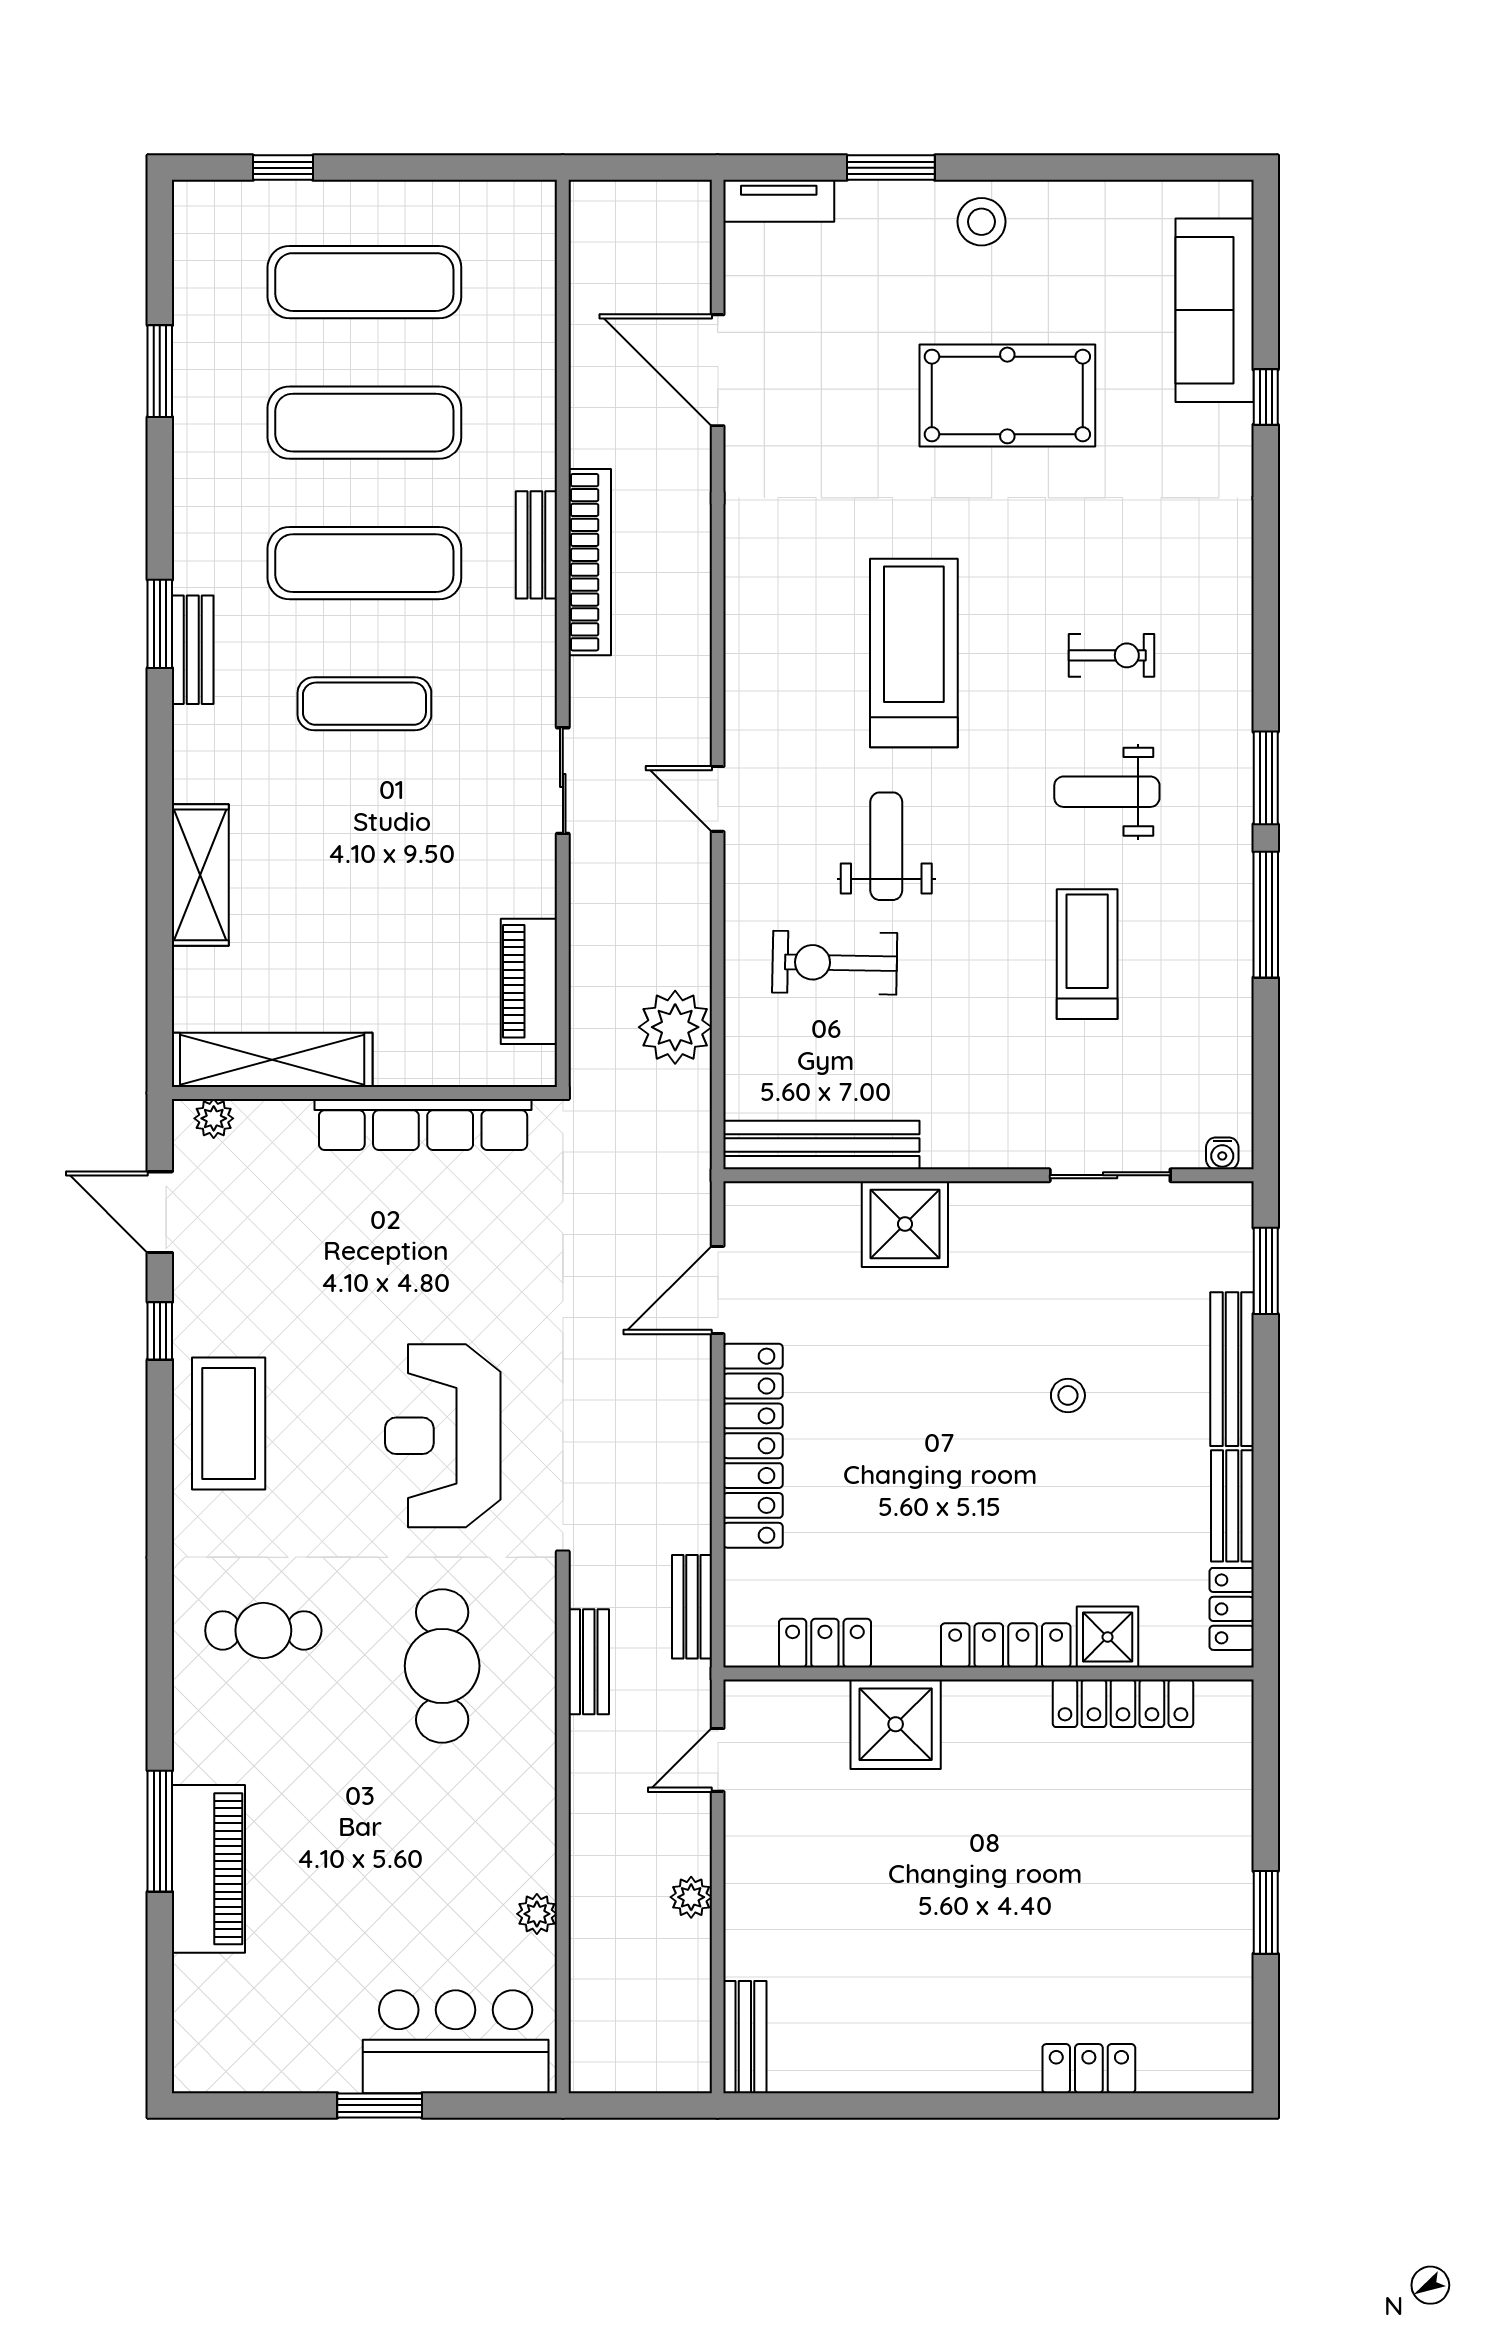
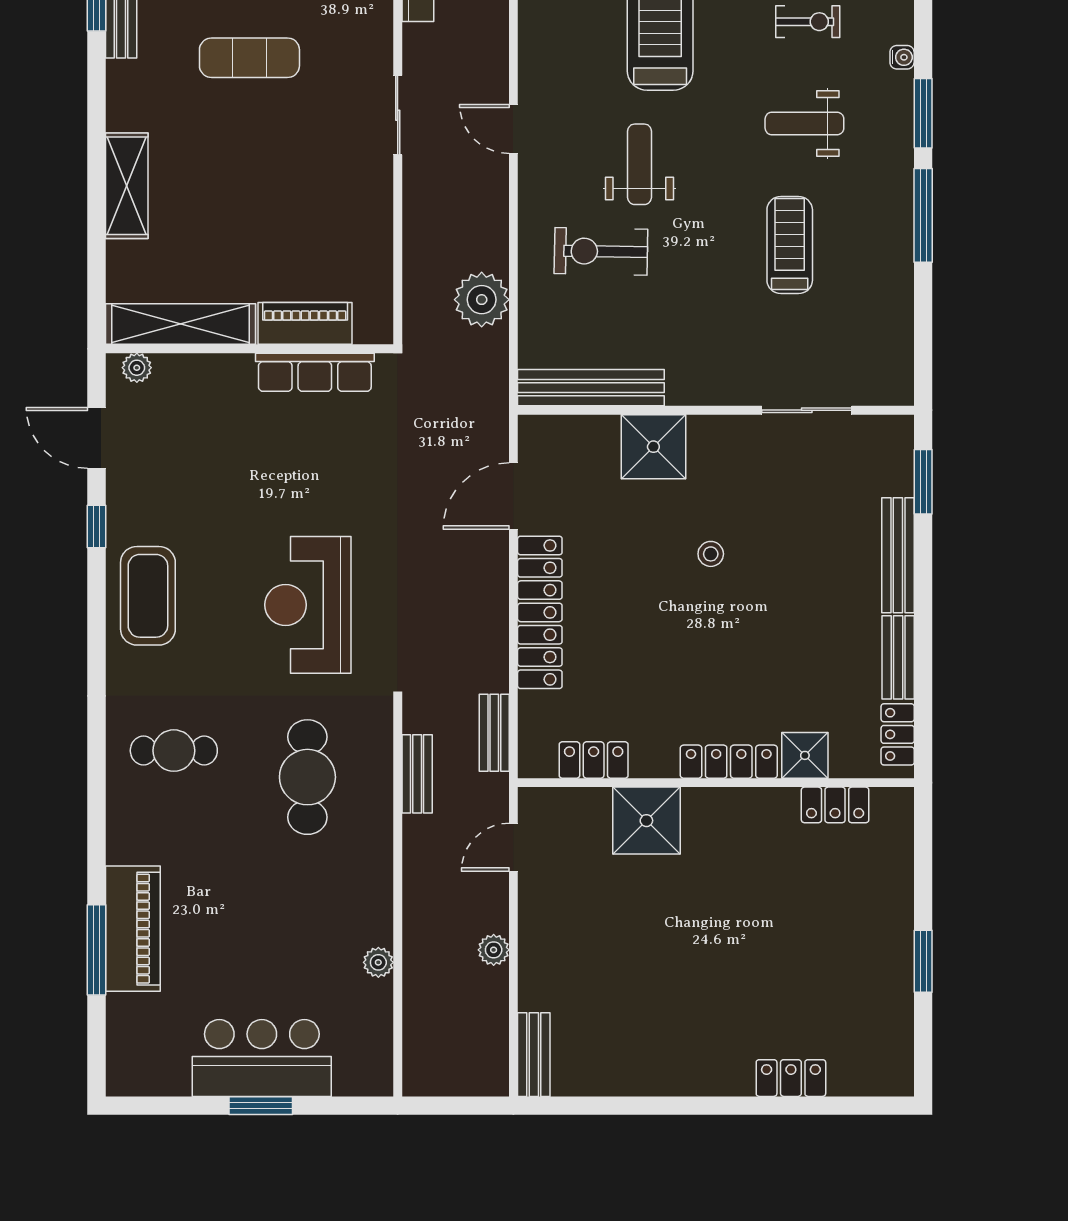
piano: (529, 981) -> (305, 323), moved, turned 90
row of seats: (423, 1124) -> (315, 372), width x0.73
water cooler: (1222, 1153) -> (902, 57), moved, turned -90
stool: (1068, 1395) -> (711, 554), moved
locker: (1123, 1703) -> (835, 805), width x0.66
window: (160, 1831) -> (96, 950), moved
bar counter: (456, 2042) -> (262, 1058), moved

